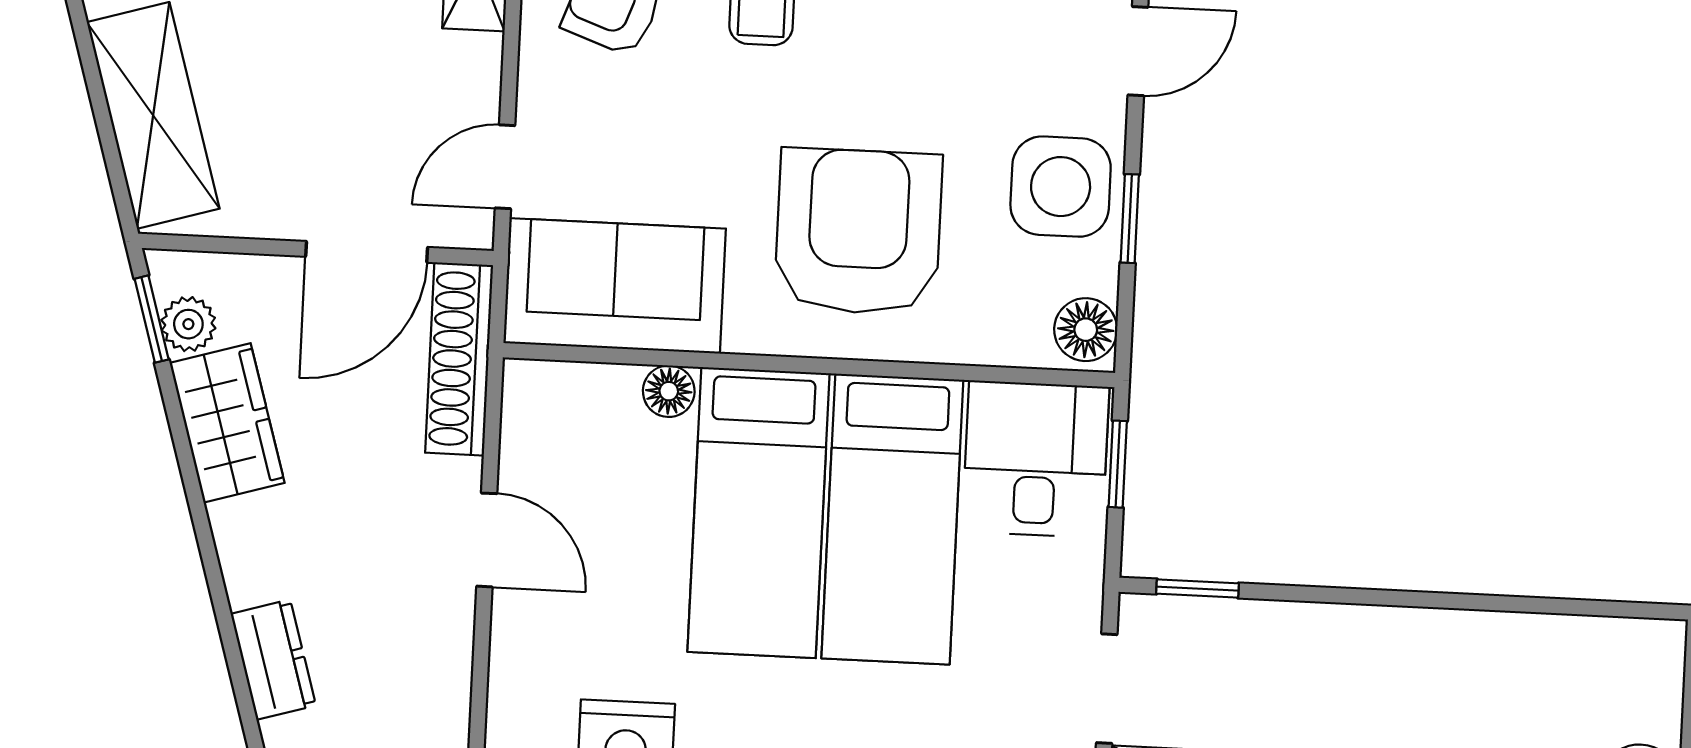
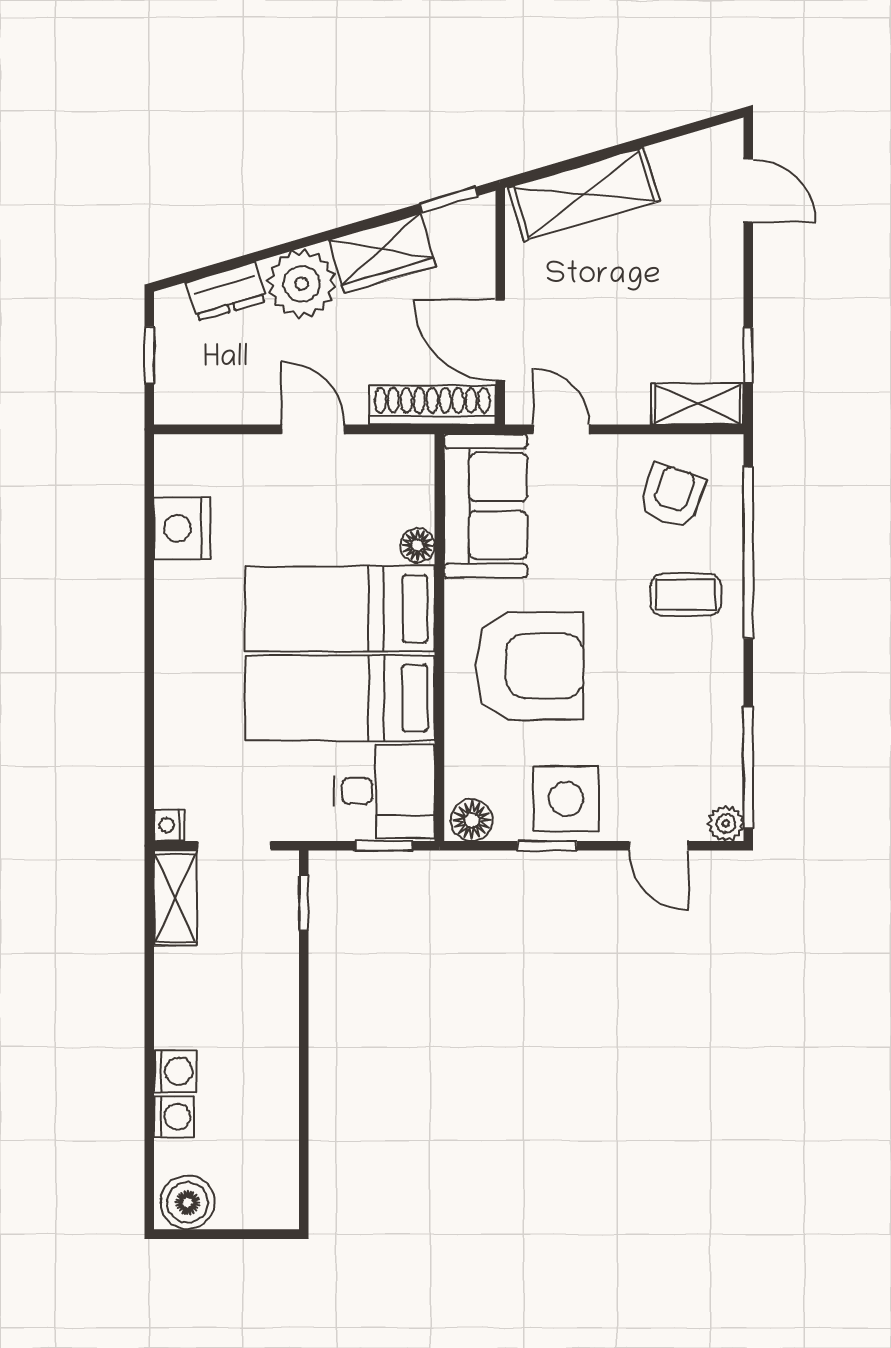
plant: (188, 324) -> (302, 284), moved, width x1.88, depth x1.88
door: (487, 540) -> (313, 429), swing flipped

